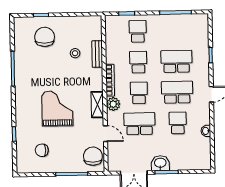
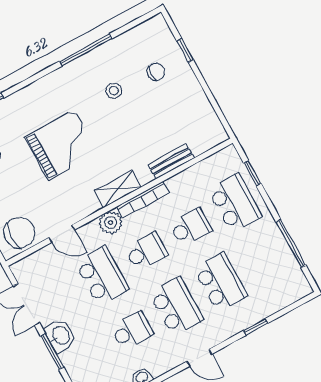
school desk: (138, 31) -> (235, 203), width x1.85
chair: (45, 37) -> (156, 72), width x0.54, depth x0.54
stool: (75, 53) -> (114, 91), moved
shelving: (97, 105) -> (118, 189), moved
door: (105, 134) -> (62, 234), hinge flipped

